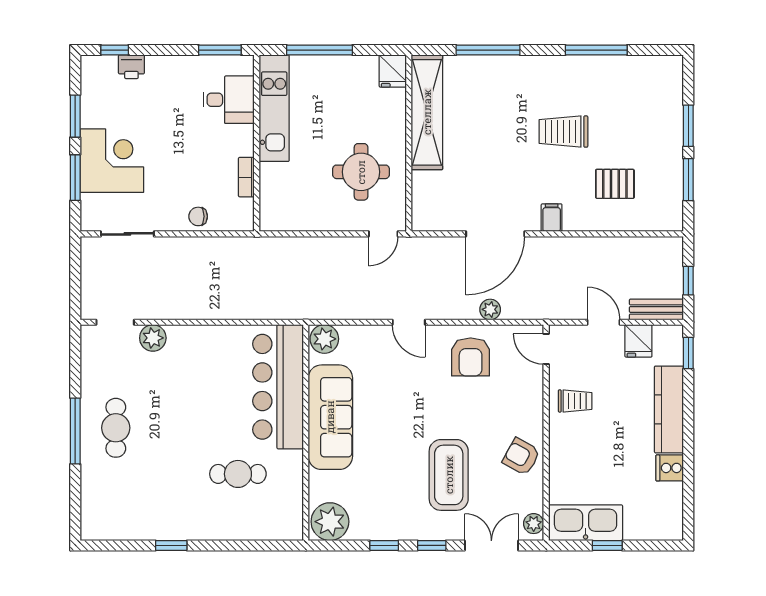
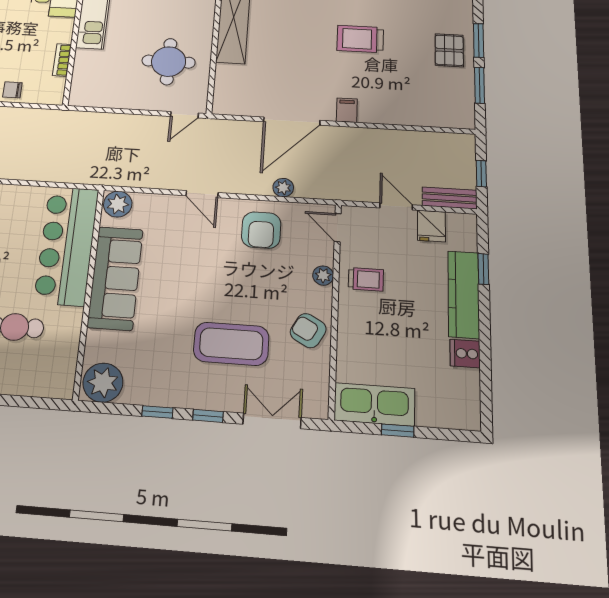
pallet: (615, 184) -> (449, 50), moved, turned 90
window: (688, 353) -> (483, 269), moved
coffee table: (449, 475) -> (231, 344), turned 90
plant: (534, 524) -> (323, 275), moved

